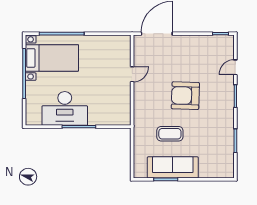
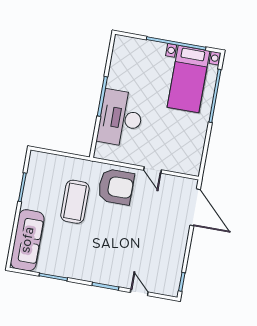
armchair: (185, 96) -> (116, 187), moved, turned 88
desk: (65, 108) -> (120, 118), moved
coffee table: (170, 134) -> (75, 202), width x1.36, depth x1.32
sofa: (173, 167) -> (27, 240), moved

